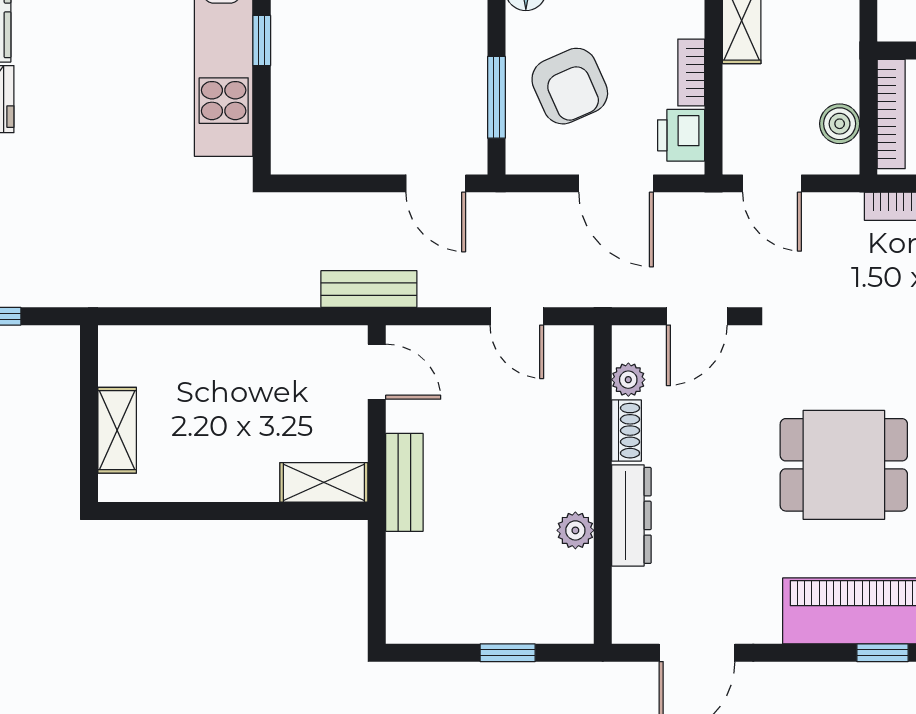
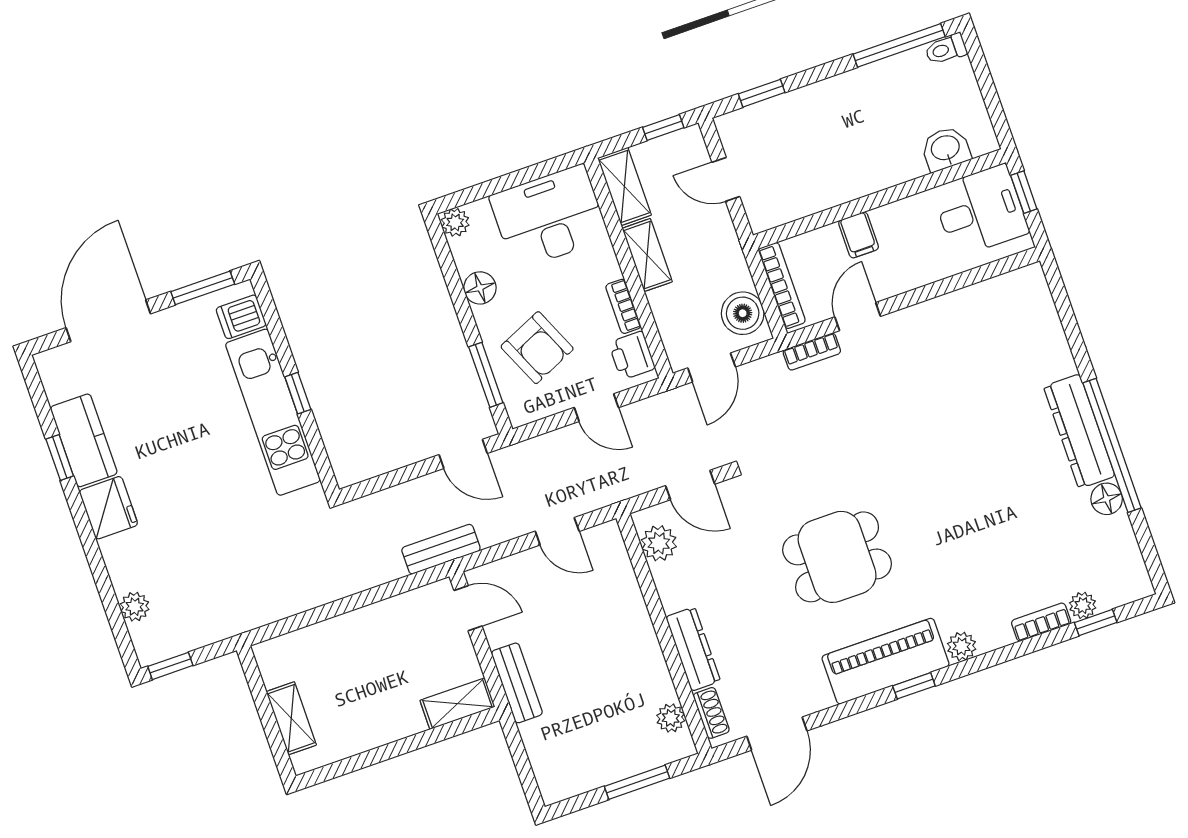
boiler: (840, 124) -> (743, 313), width x1.36, depth x1.36
door: (616, 183) -> (596, 408), width x0.73
door: (772, 183) -> (712, 367), hinge flipped
door: (697, 316) -> (690, 485), hinge flipped
plant: (628, 380) -> (659, 543), width x1.38, depth x1.38
shoe rack: (626, 431) -> (711, 713), moved
plant: (575, 530) -> (671, 718), moved
window: (508, 653) -> (637, 782), width x1.50

